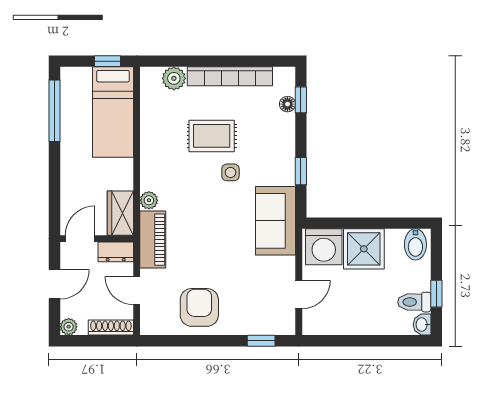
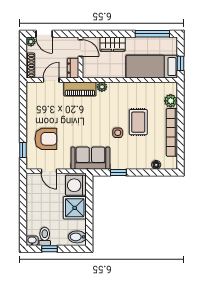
window: (301, 100) -> (159, 172), removed
wardrobe: (120, 213) -> (113, 44), moved, turned 180
door: (55, 284) -> (44, 34), moved
armchair: (199, 307) -> (46, 139), moved

